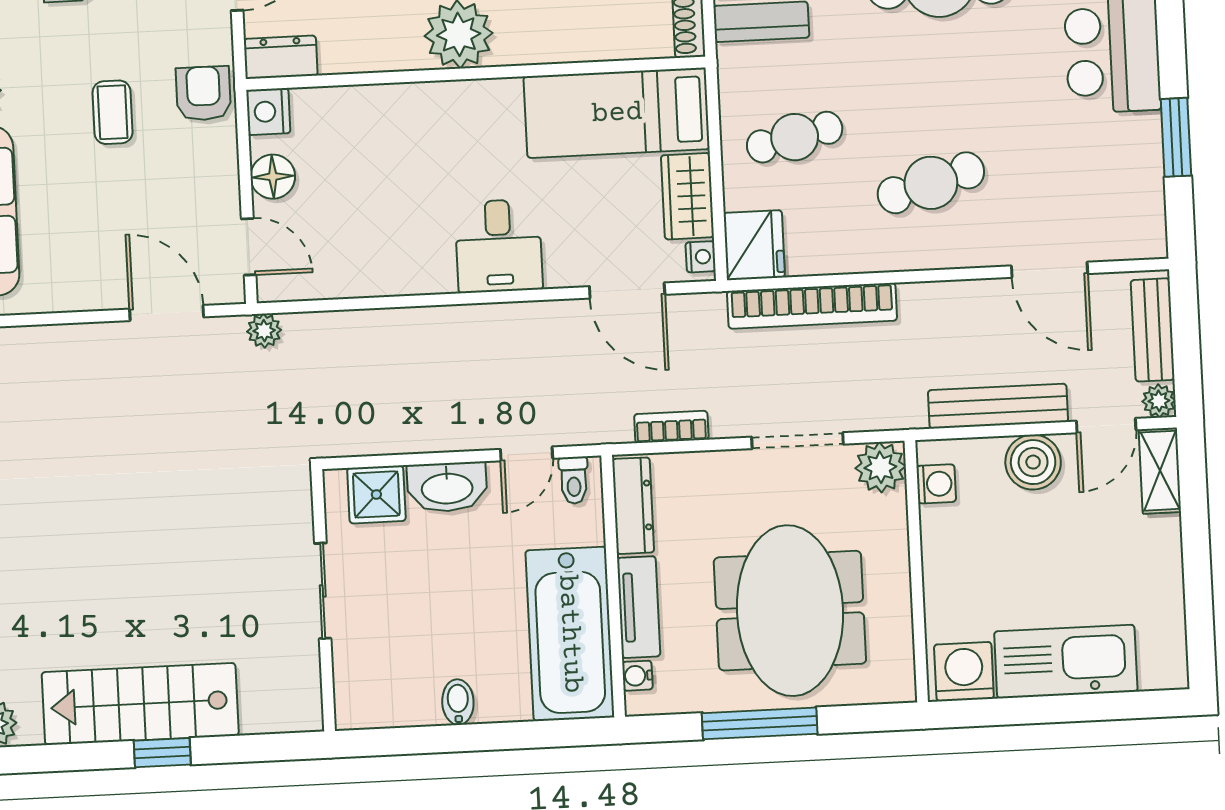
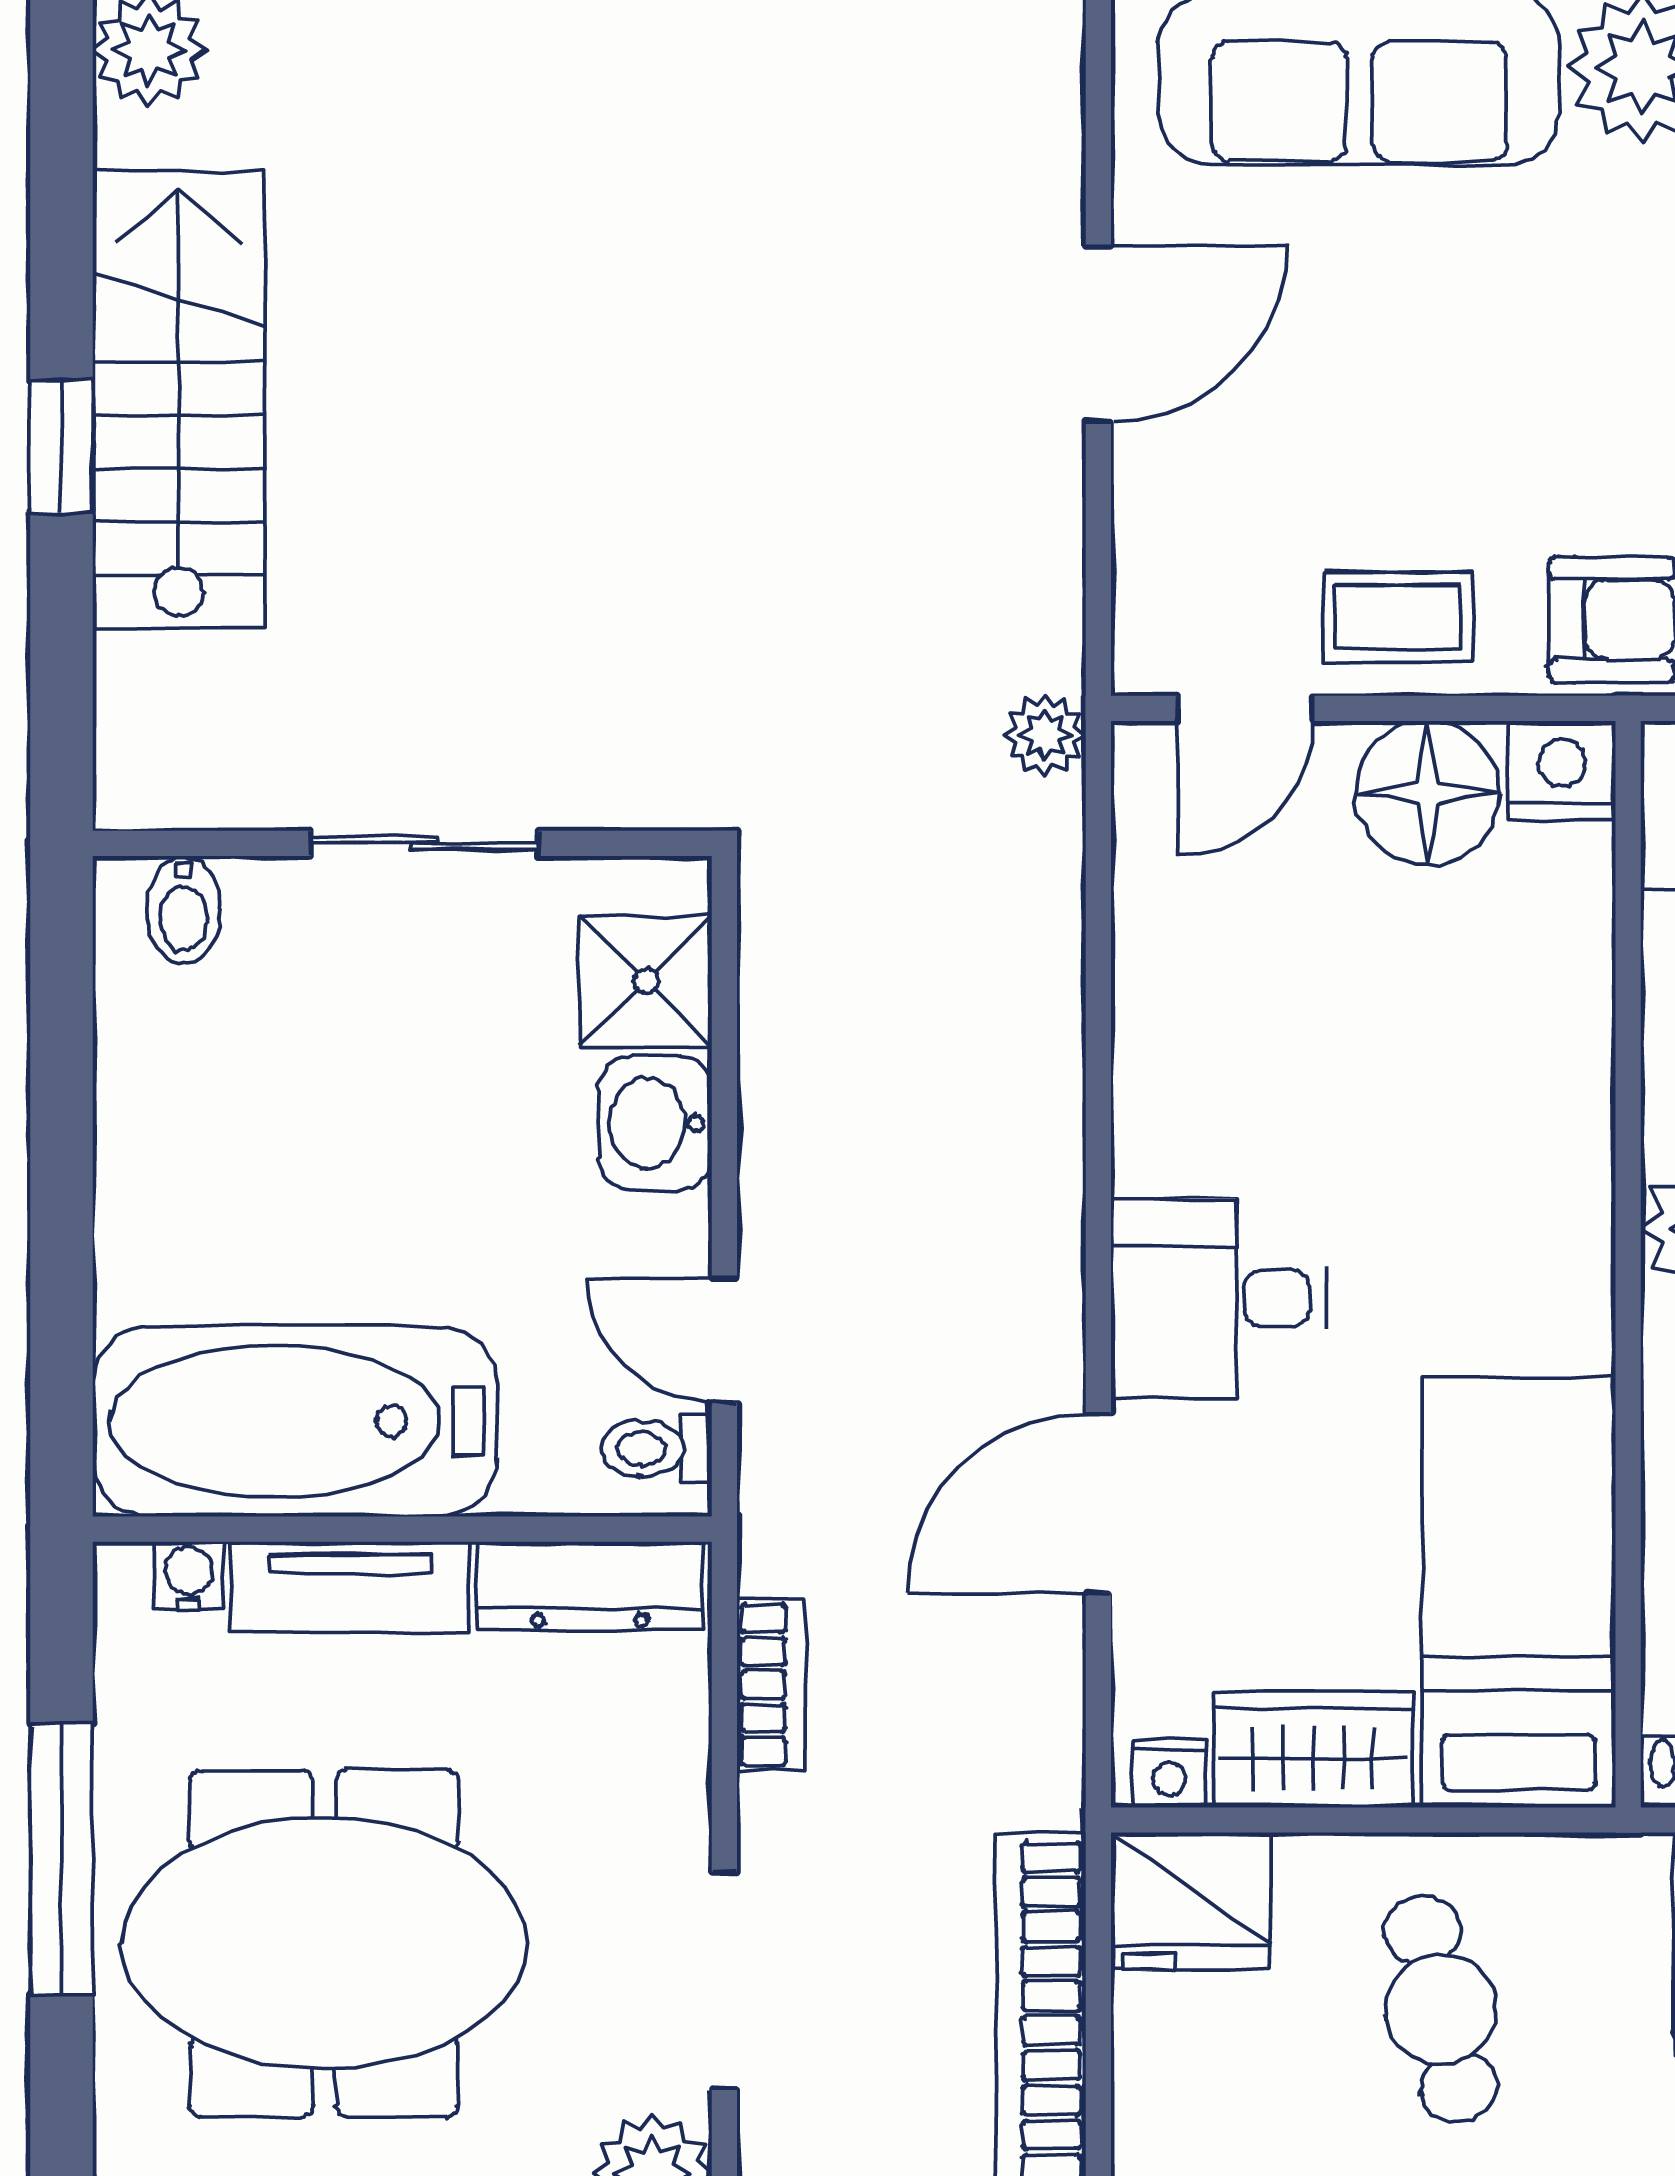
coffee table: (113, 112) -> (1398, 617), moved
floor lamp: (273, 177) -> (1427, 793), width x1.38, depth x1.38
door: (627, 290) -> (1098, 1503), moved
door: (167, 313) -> (1098, 334), moved
washbasin: (447, 487) -> (655, 1123), width x0.72
bidet: (458, 702) -> (183, 910), moved, turned 90

